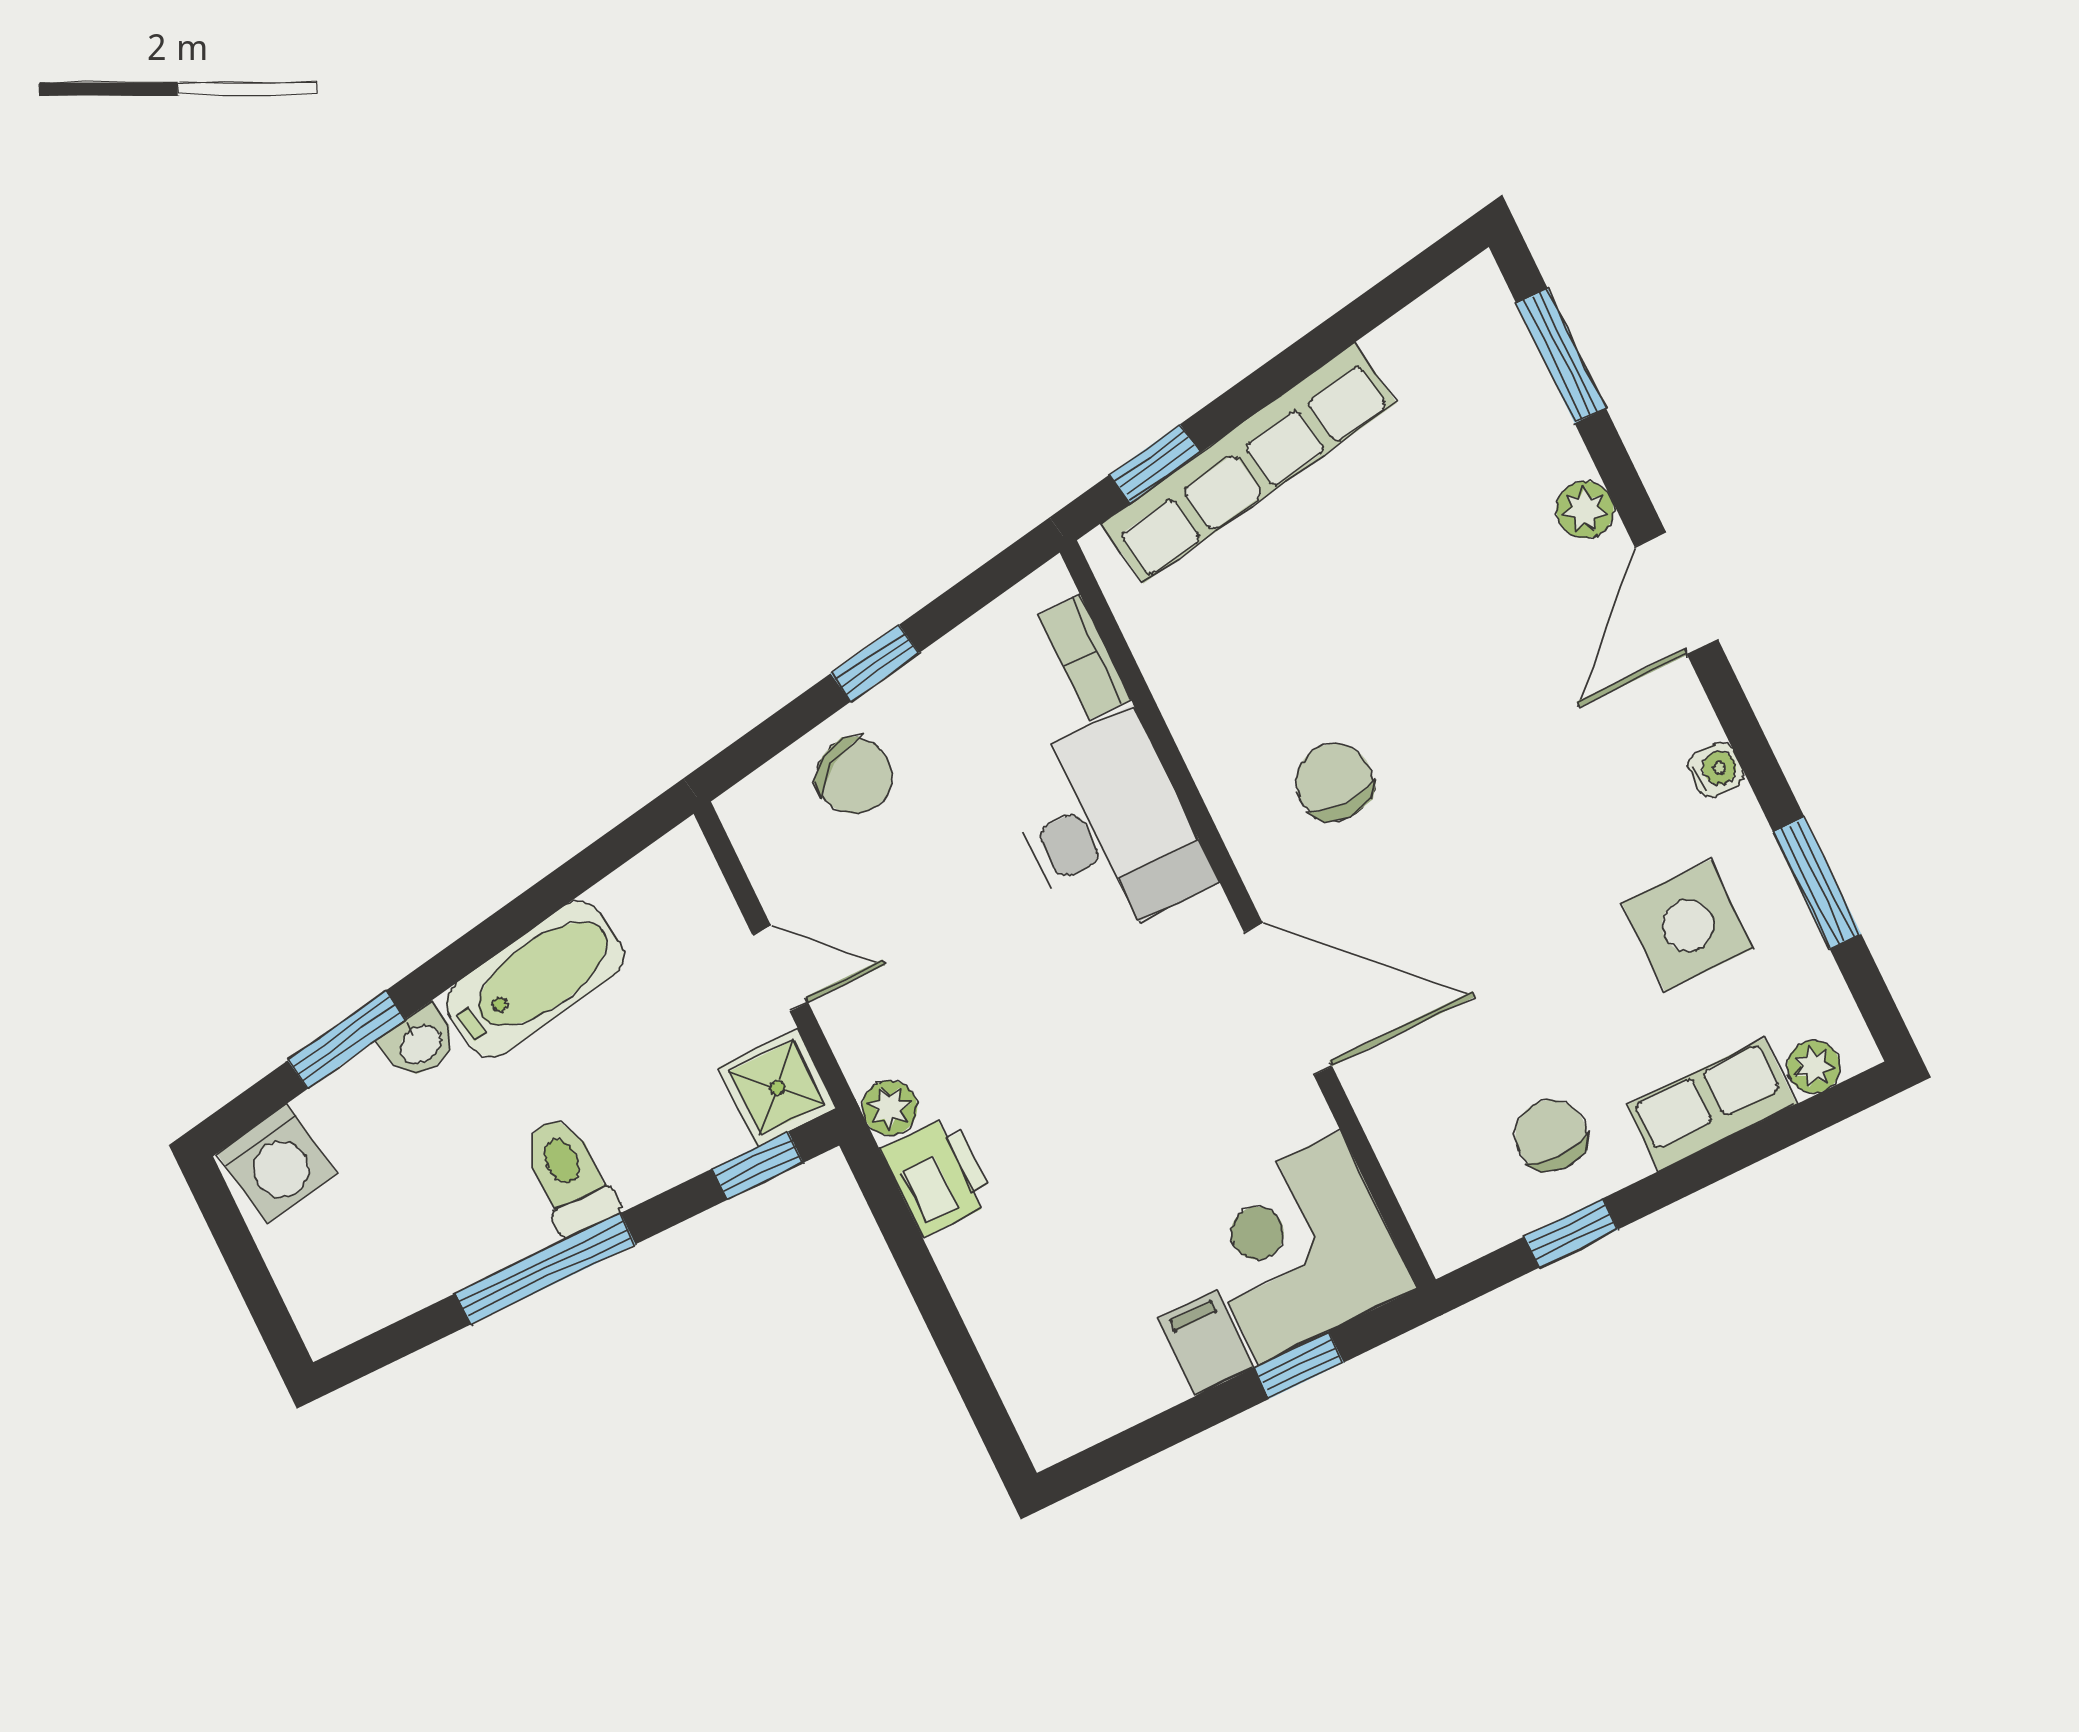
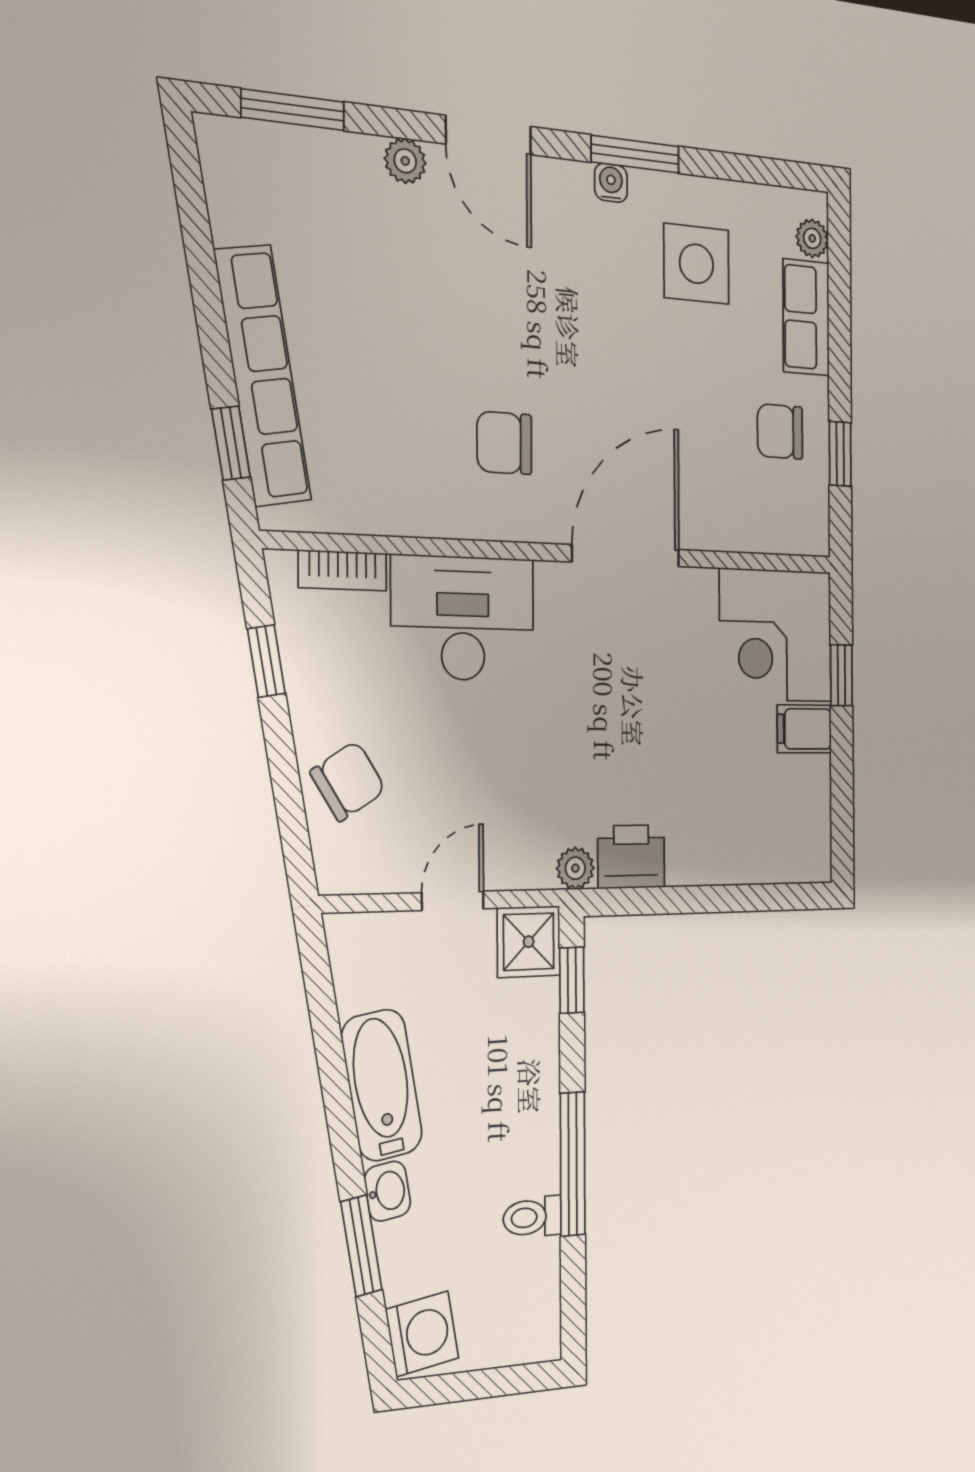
window: (875, 663) -> (266, 661), moved
window: (1817, 883) -> (635, 154), moved
toilet: (569, 1175) -> (532, 1217), moved, width x0.73, depth x0.72

